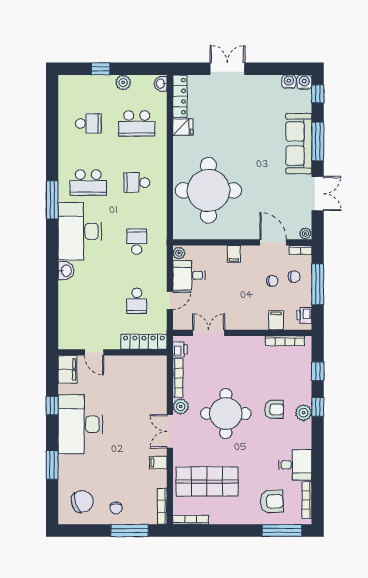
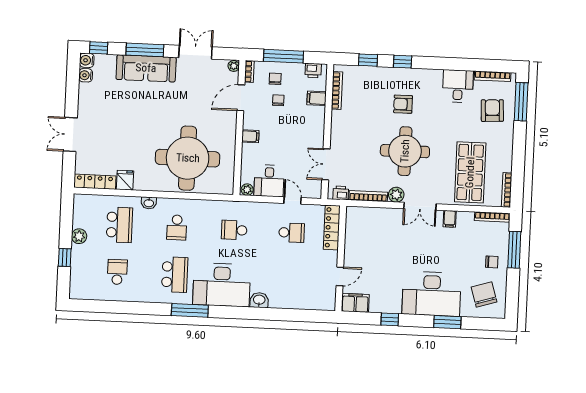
washbasin: (161, 84) -> (149, 203), moved
armchair: (274, 409) -> (403, 104), turned -90
plant: (303, 413) -> (408, 76), removed
desk: (80, 424) -> (432, 294), moved

